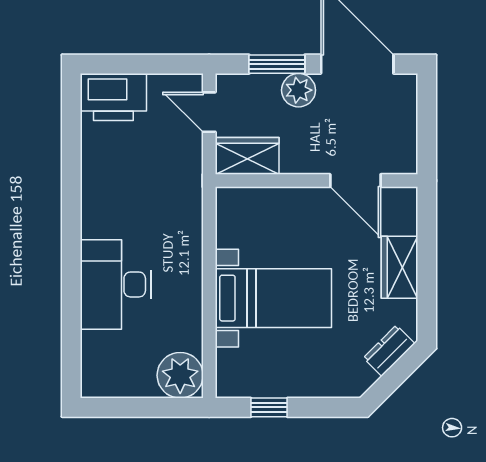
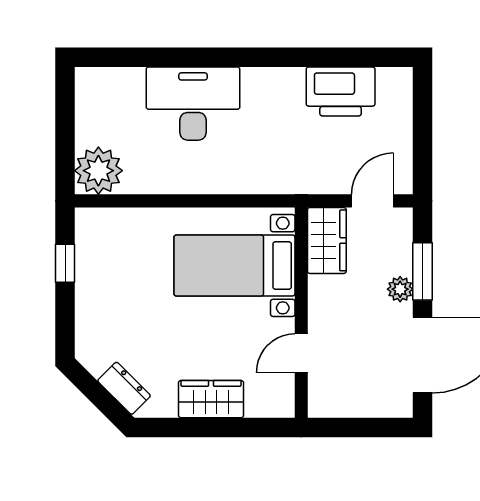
plant: (299, 90) -> (400, 289), width x0.73, depth x0.73
printer: (113, 97) -> (341, 91), moved, turned -90
door: (355, 181) -> (301, 353), width x0.73
bed with nightstands: (273, 298) -> (234, 266), moved, turned 90

